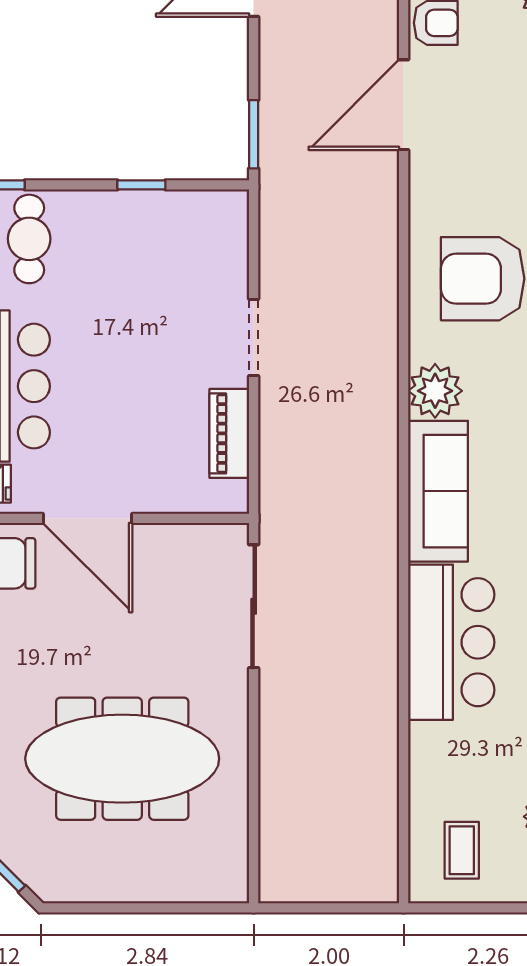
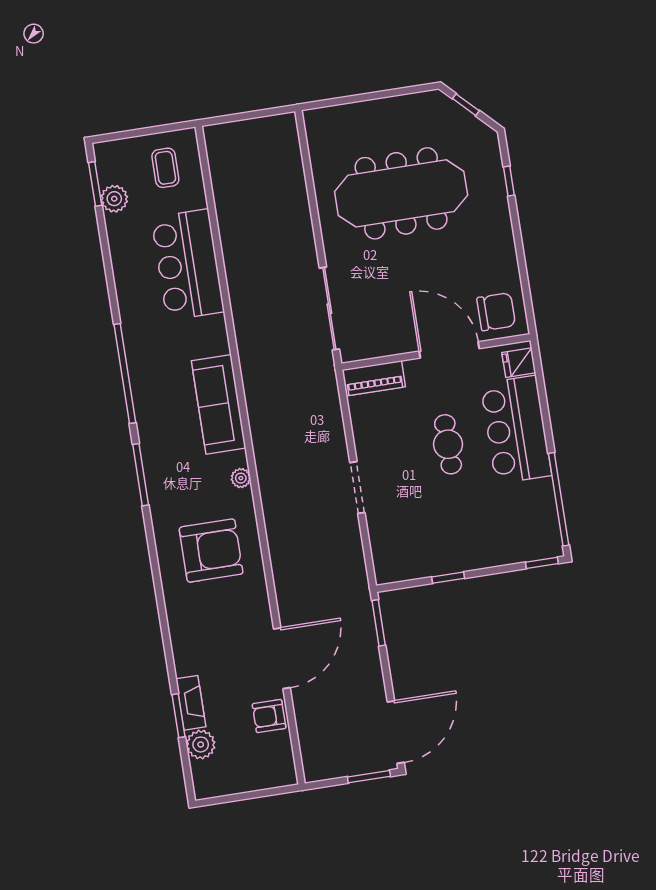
cafe table: (29, 239) -> (448, 444), moved
plant: (435, 391) -> (241, 478), width x0.53, depth x0.53
piano: (229, 433) -> (374, 378), moved, turned 90
bar counter: (451, 642) -> (188, 265), moved

